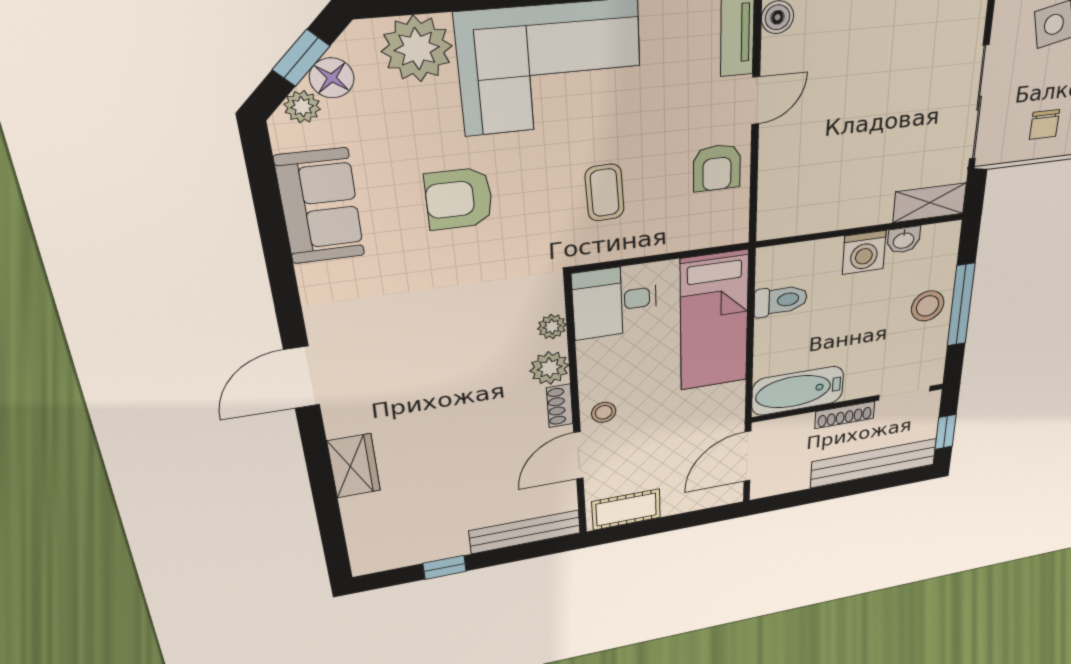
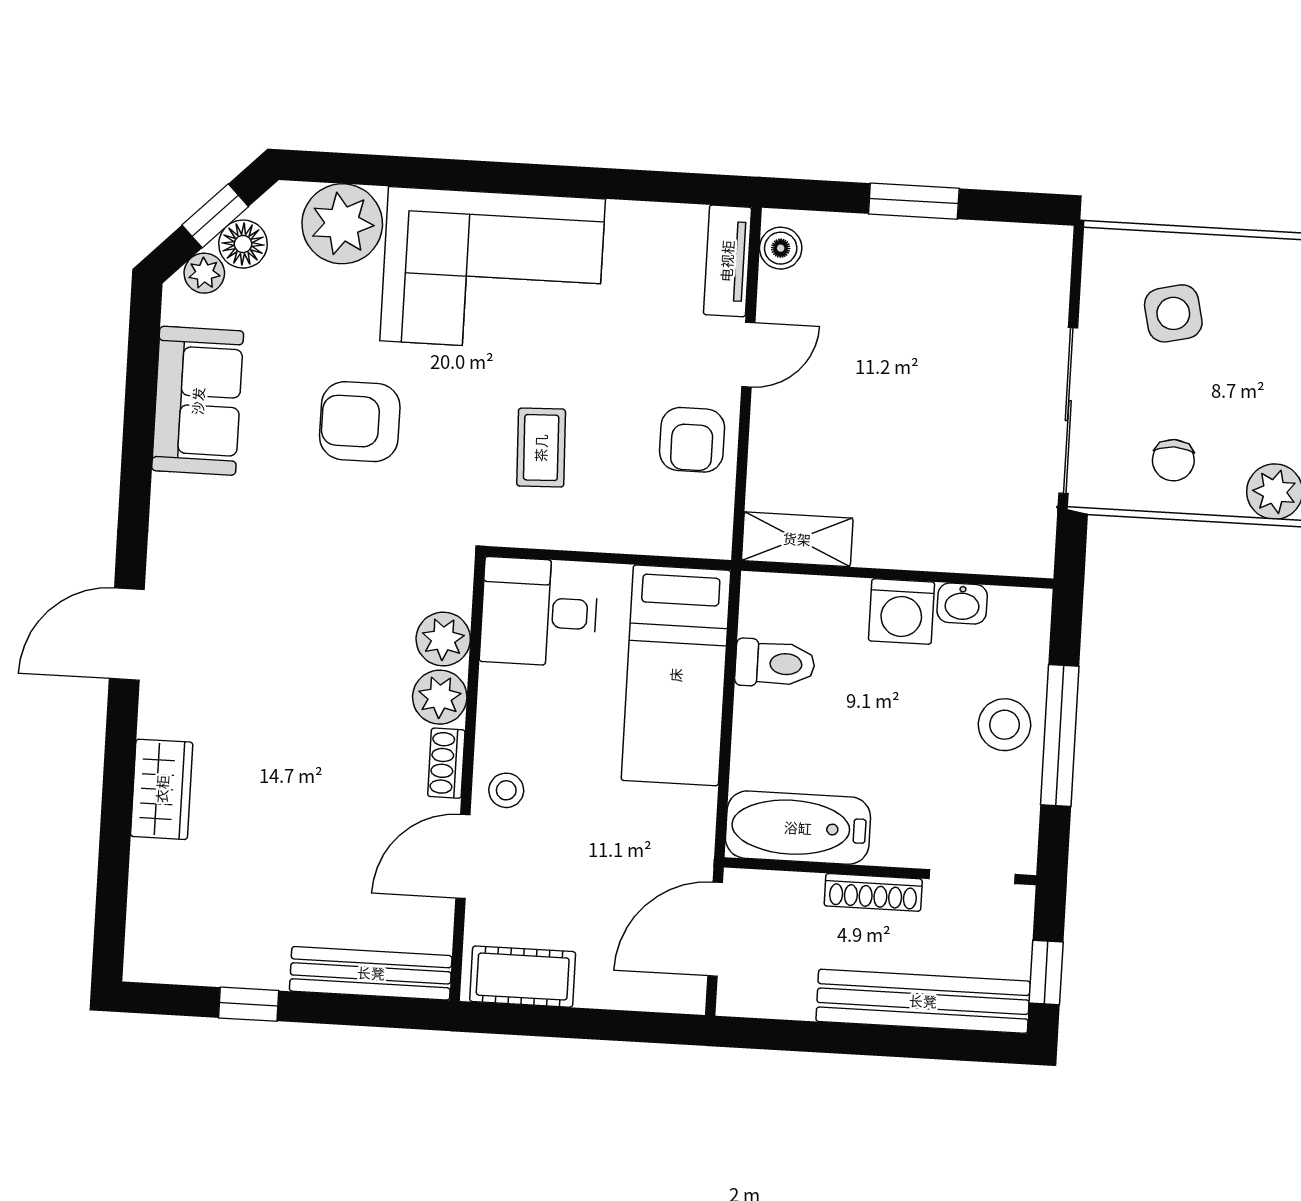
shelving: (930, 203) -> (797, 539), moved
plant: (552, 327) -> (443, 639), width x1.38, depth x1.38

